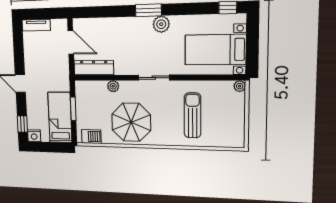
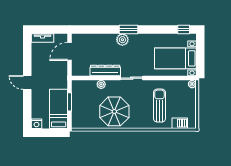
plant: (161, 24) -> (122, 40), moved
door: (71, 42) -> (69, 51), swing flipped
dresser: (94, 68) -> (105, 71), moved
window: (22, 124) -> (27, 115), removed
barbecue: (91, 136) -> (180, 123), moved

